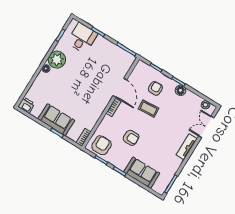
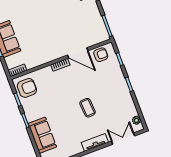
door: (120, 88) -> (78, 53), hinge flipped
armchair: (155, 88) -> (101, 55), moved
floor lamp: (180, 90) -> (125, 93), removed
coffee table: (149, 109) -> (88, 108), moved
armchair: (131, 138) -> (56, 100), removed

